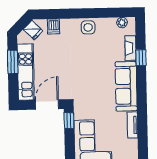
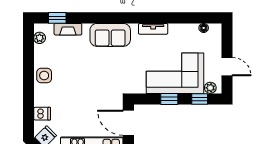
window: (141, 58) -> (57, 18), moved
sofa: (126, 86) -> (110, 35), width x0.73
window: (69, 120) -> (169, 99), moved

